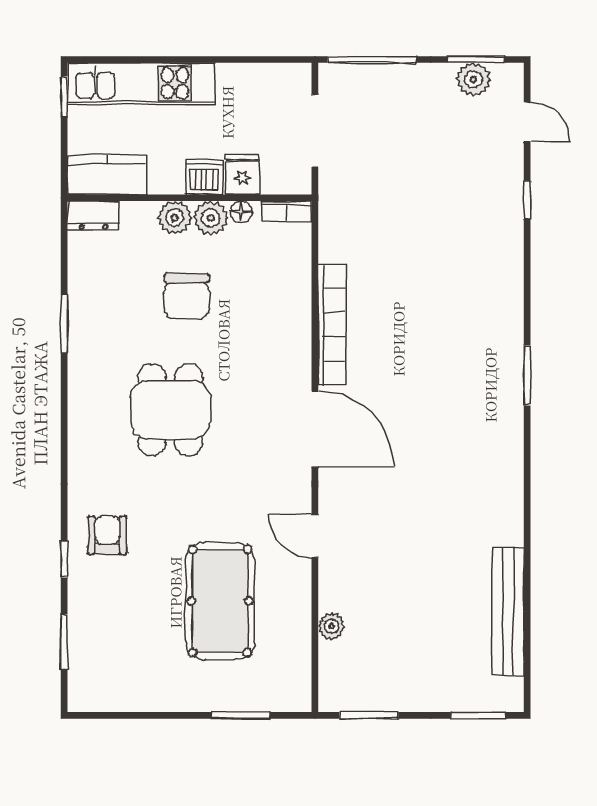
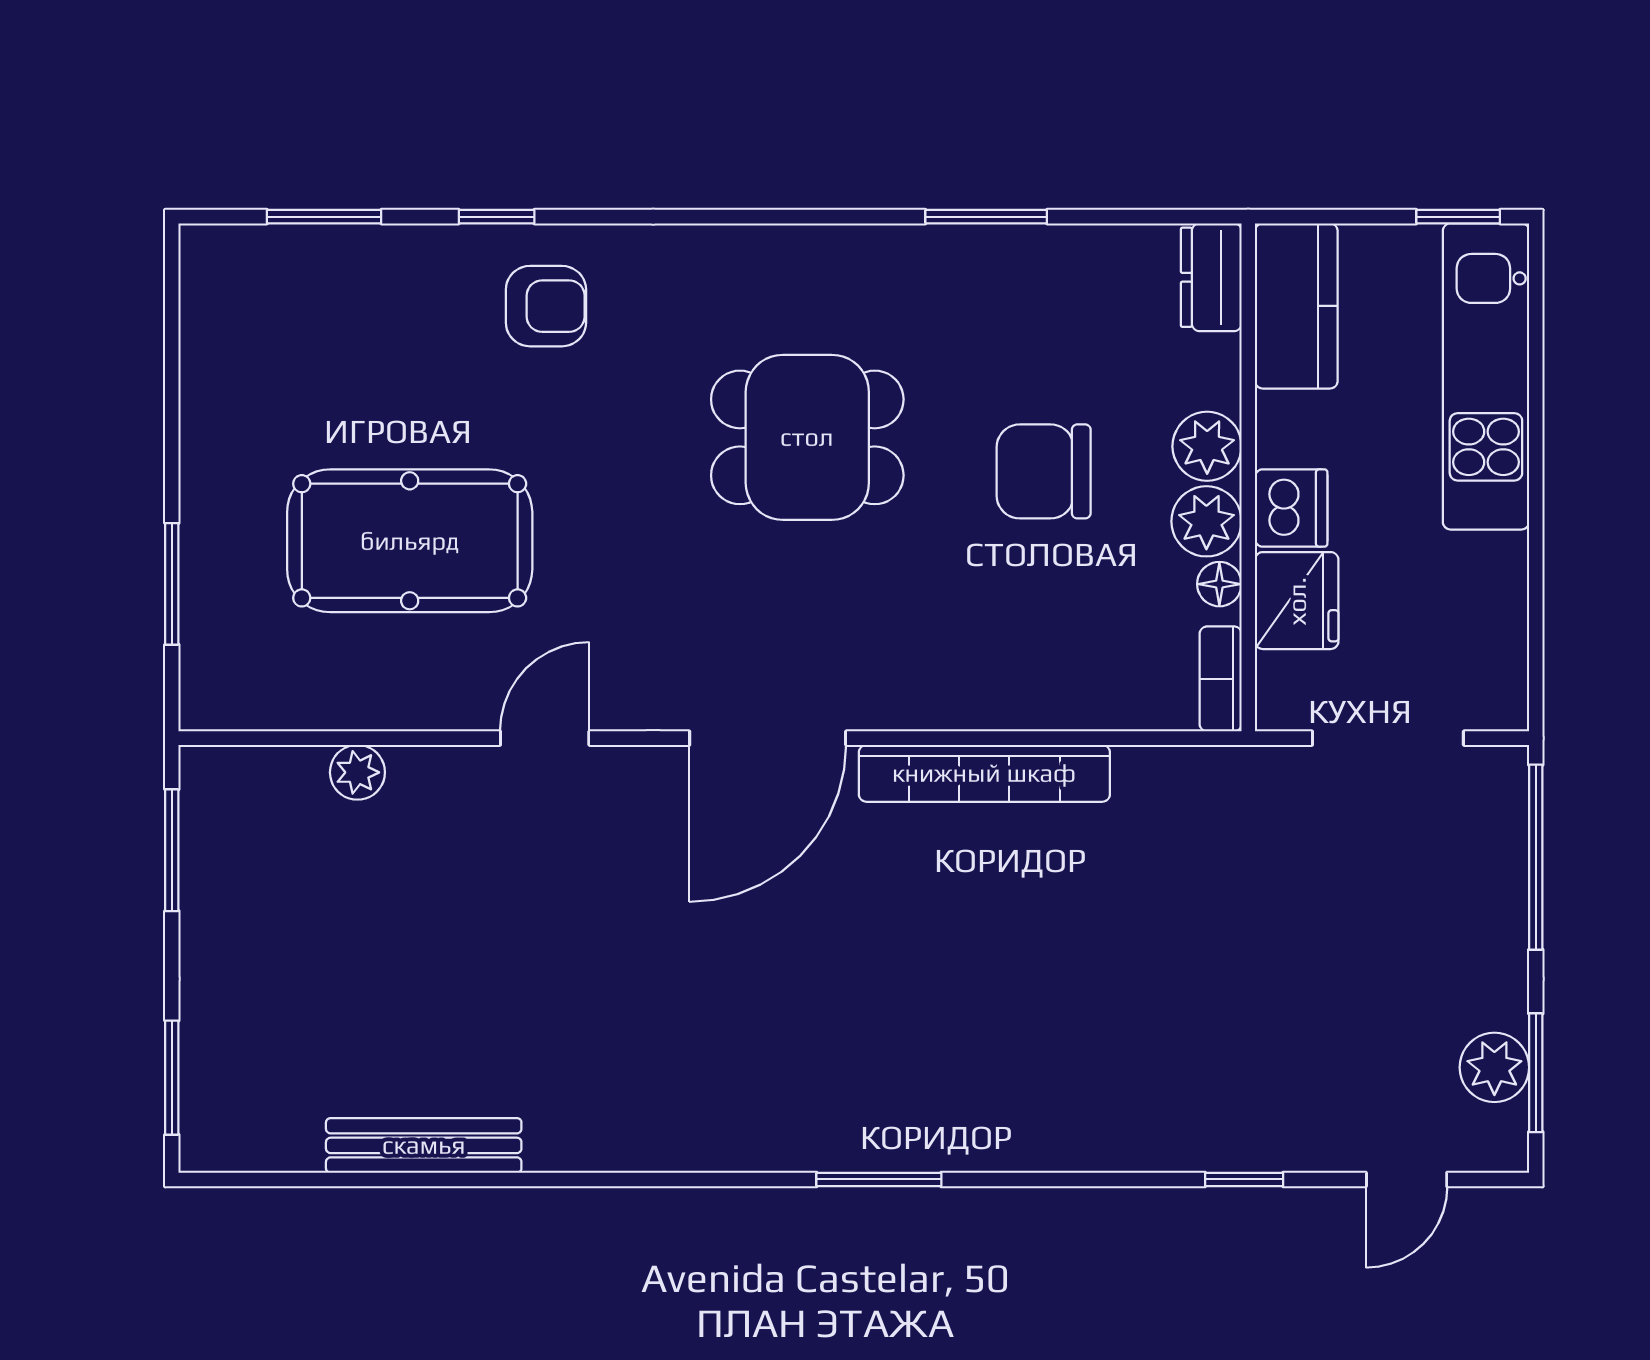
fridge: (242, 174) -> (1297, 601), width x1.38
bench: (508, 611) -> (424, 1145), width x0.73, depth x0.82

